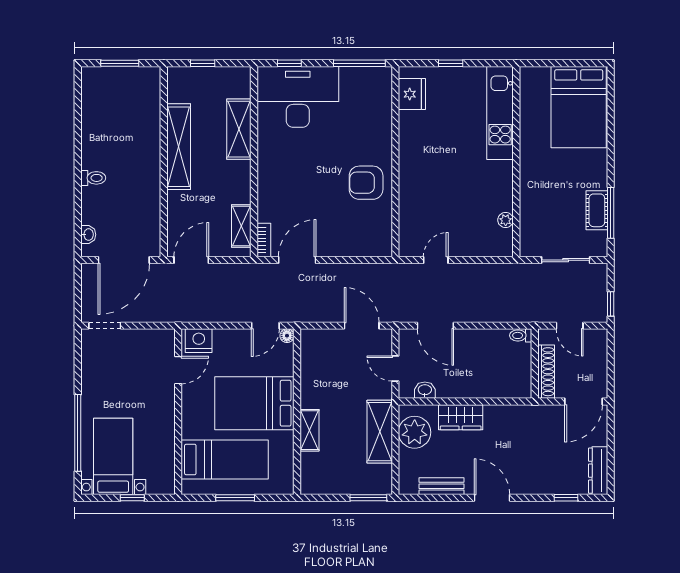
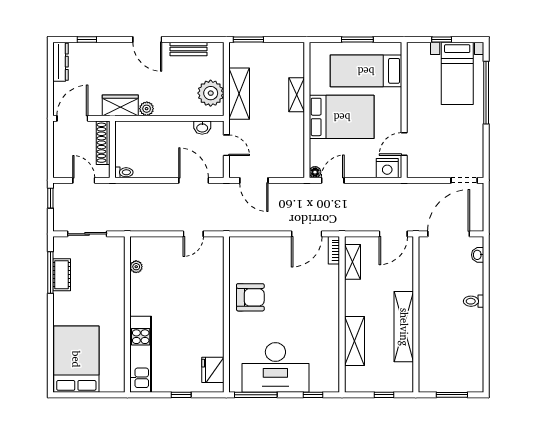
desk: (298, 97) -> (275, 367), moved
plant: (493, 413) -> (147, 109), added
wardrobe: (461, 417) -> (120, 105), moved

